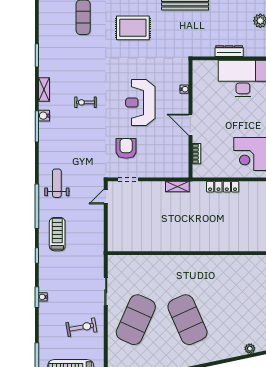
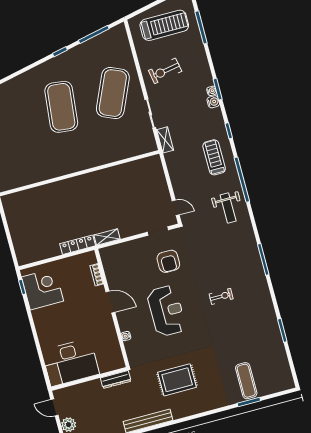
rug: (133, 28) -> (177, 380), moved
dresser: (229, 51) -> (116, 380), moved
shelving: (44, 89) -> (165, 140), moved
water cooler: (44, 116) -> (213, 102), moved
locker: (223, 187) -> (78, 245), moved
door: (106, 197) -> (176, 208), hinge flipped
treadmill: (57, 234) -> (214, 157), turned 180
exercise mat: (187, 320) -> (61, 107), turned 30

